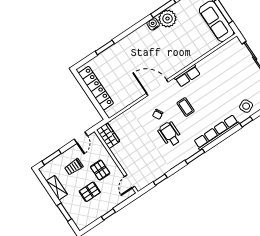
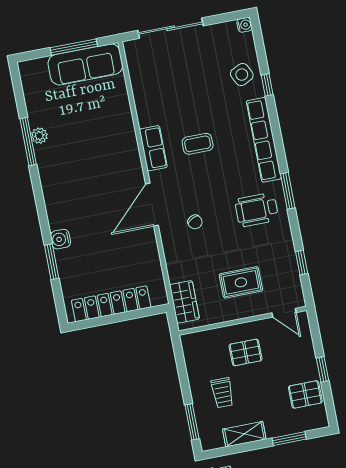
plant: (168, 19) -> (39, 136), width x0.53, depth x0.53
water cooler: (153, 24) -> (61, 239), moved
coffee table: (186, 107) -> (198, 144), moved
wheelchair: (170, 134) -> (257, 210), moved
wardrobe: (108, 136) -> (184, 302), moved, turned 90
door: (81, 138) -> (180, 361), removed
rug: (136, 152) -> (241, 282), added
pallet: (90, 192) -> (305, 394), moved, turned 90

